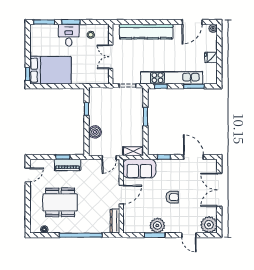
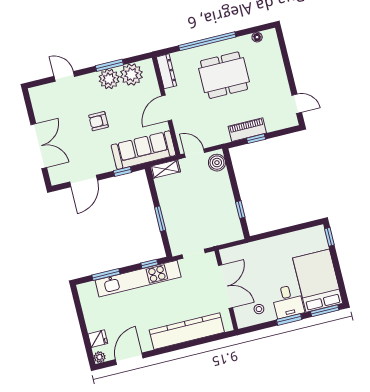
double door: (111, 57) -> (225, 286), width x1.37
fridge: (211, 57) -> (98, 339), moved
bed: (50, 70) -> (318, 281), moved, turned 90
boiler: (95, 132) -> (217, 163), moved
door: (194, 157) -> (84, 181), hinge flipped
door: (109, 158) -> (195, 153), hinge flipped
sofa: (139, 169) -> (143, 150), width x1.36
door: (28, 175) -> (297, 104), swing flipped
dining table: (60, 202) -> (224, 75), moved
plant: (209, 225) -> (131, 75), moved

